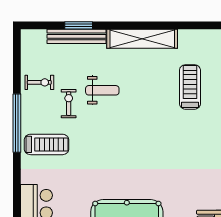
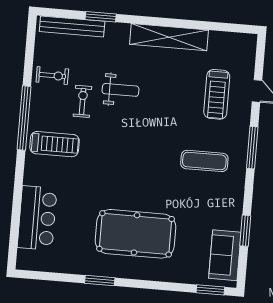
bench: (77, 36) -> (72, 26), moved
treadmill: (190, 87) -> (217, 94), turned 180
exercise mat: (184, 148) -> (204, 161), added

